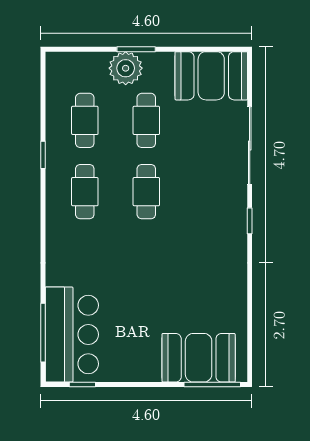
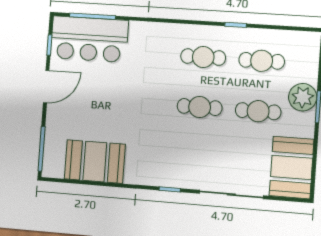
booth: (199, 358) -> (95, 162), moved, turned 90
door: (134, 385) -> (46, 87), added

